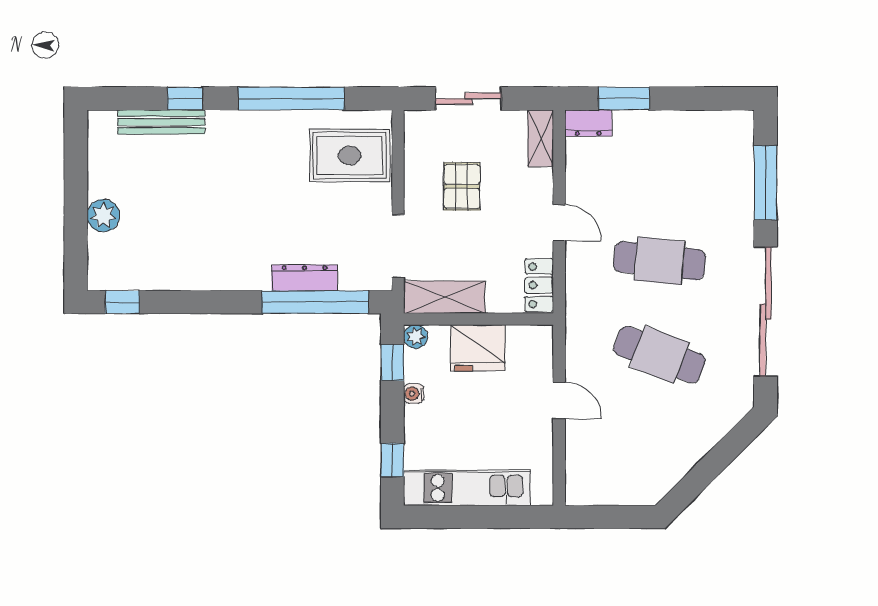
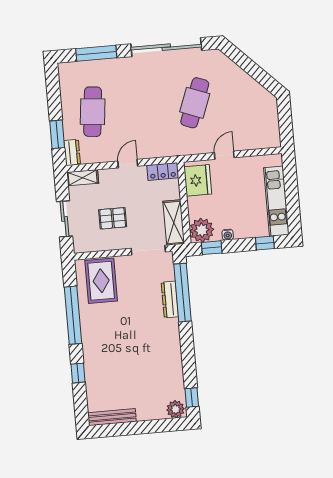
bench: (161, 122) -> (112, 417), moved, turned 90
plant: (103, 216) -> (176, 409), moved
cafe table: (660, 261) -> (93, 112), moved
plant: (416, 337) -> (202, 230), width x1.88, depth x1.88
fridge: (478, 348) -> (198, 180), moved

